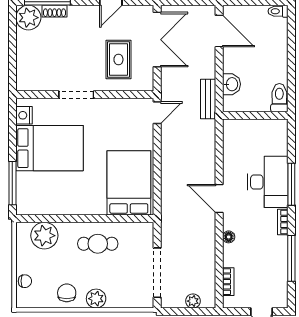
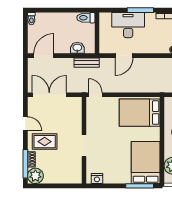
rug: (118, 59) -> (45, 142), moved
bed: (49, 148) -> (146, 163), moved
desk: (268, 182) -> (128, 25), moved
door: (219, 199) -> (124, 56), moved

